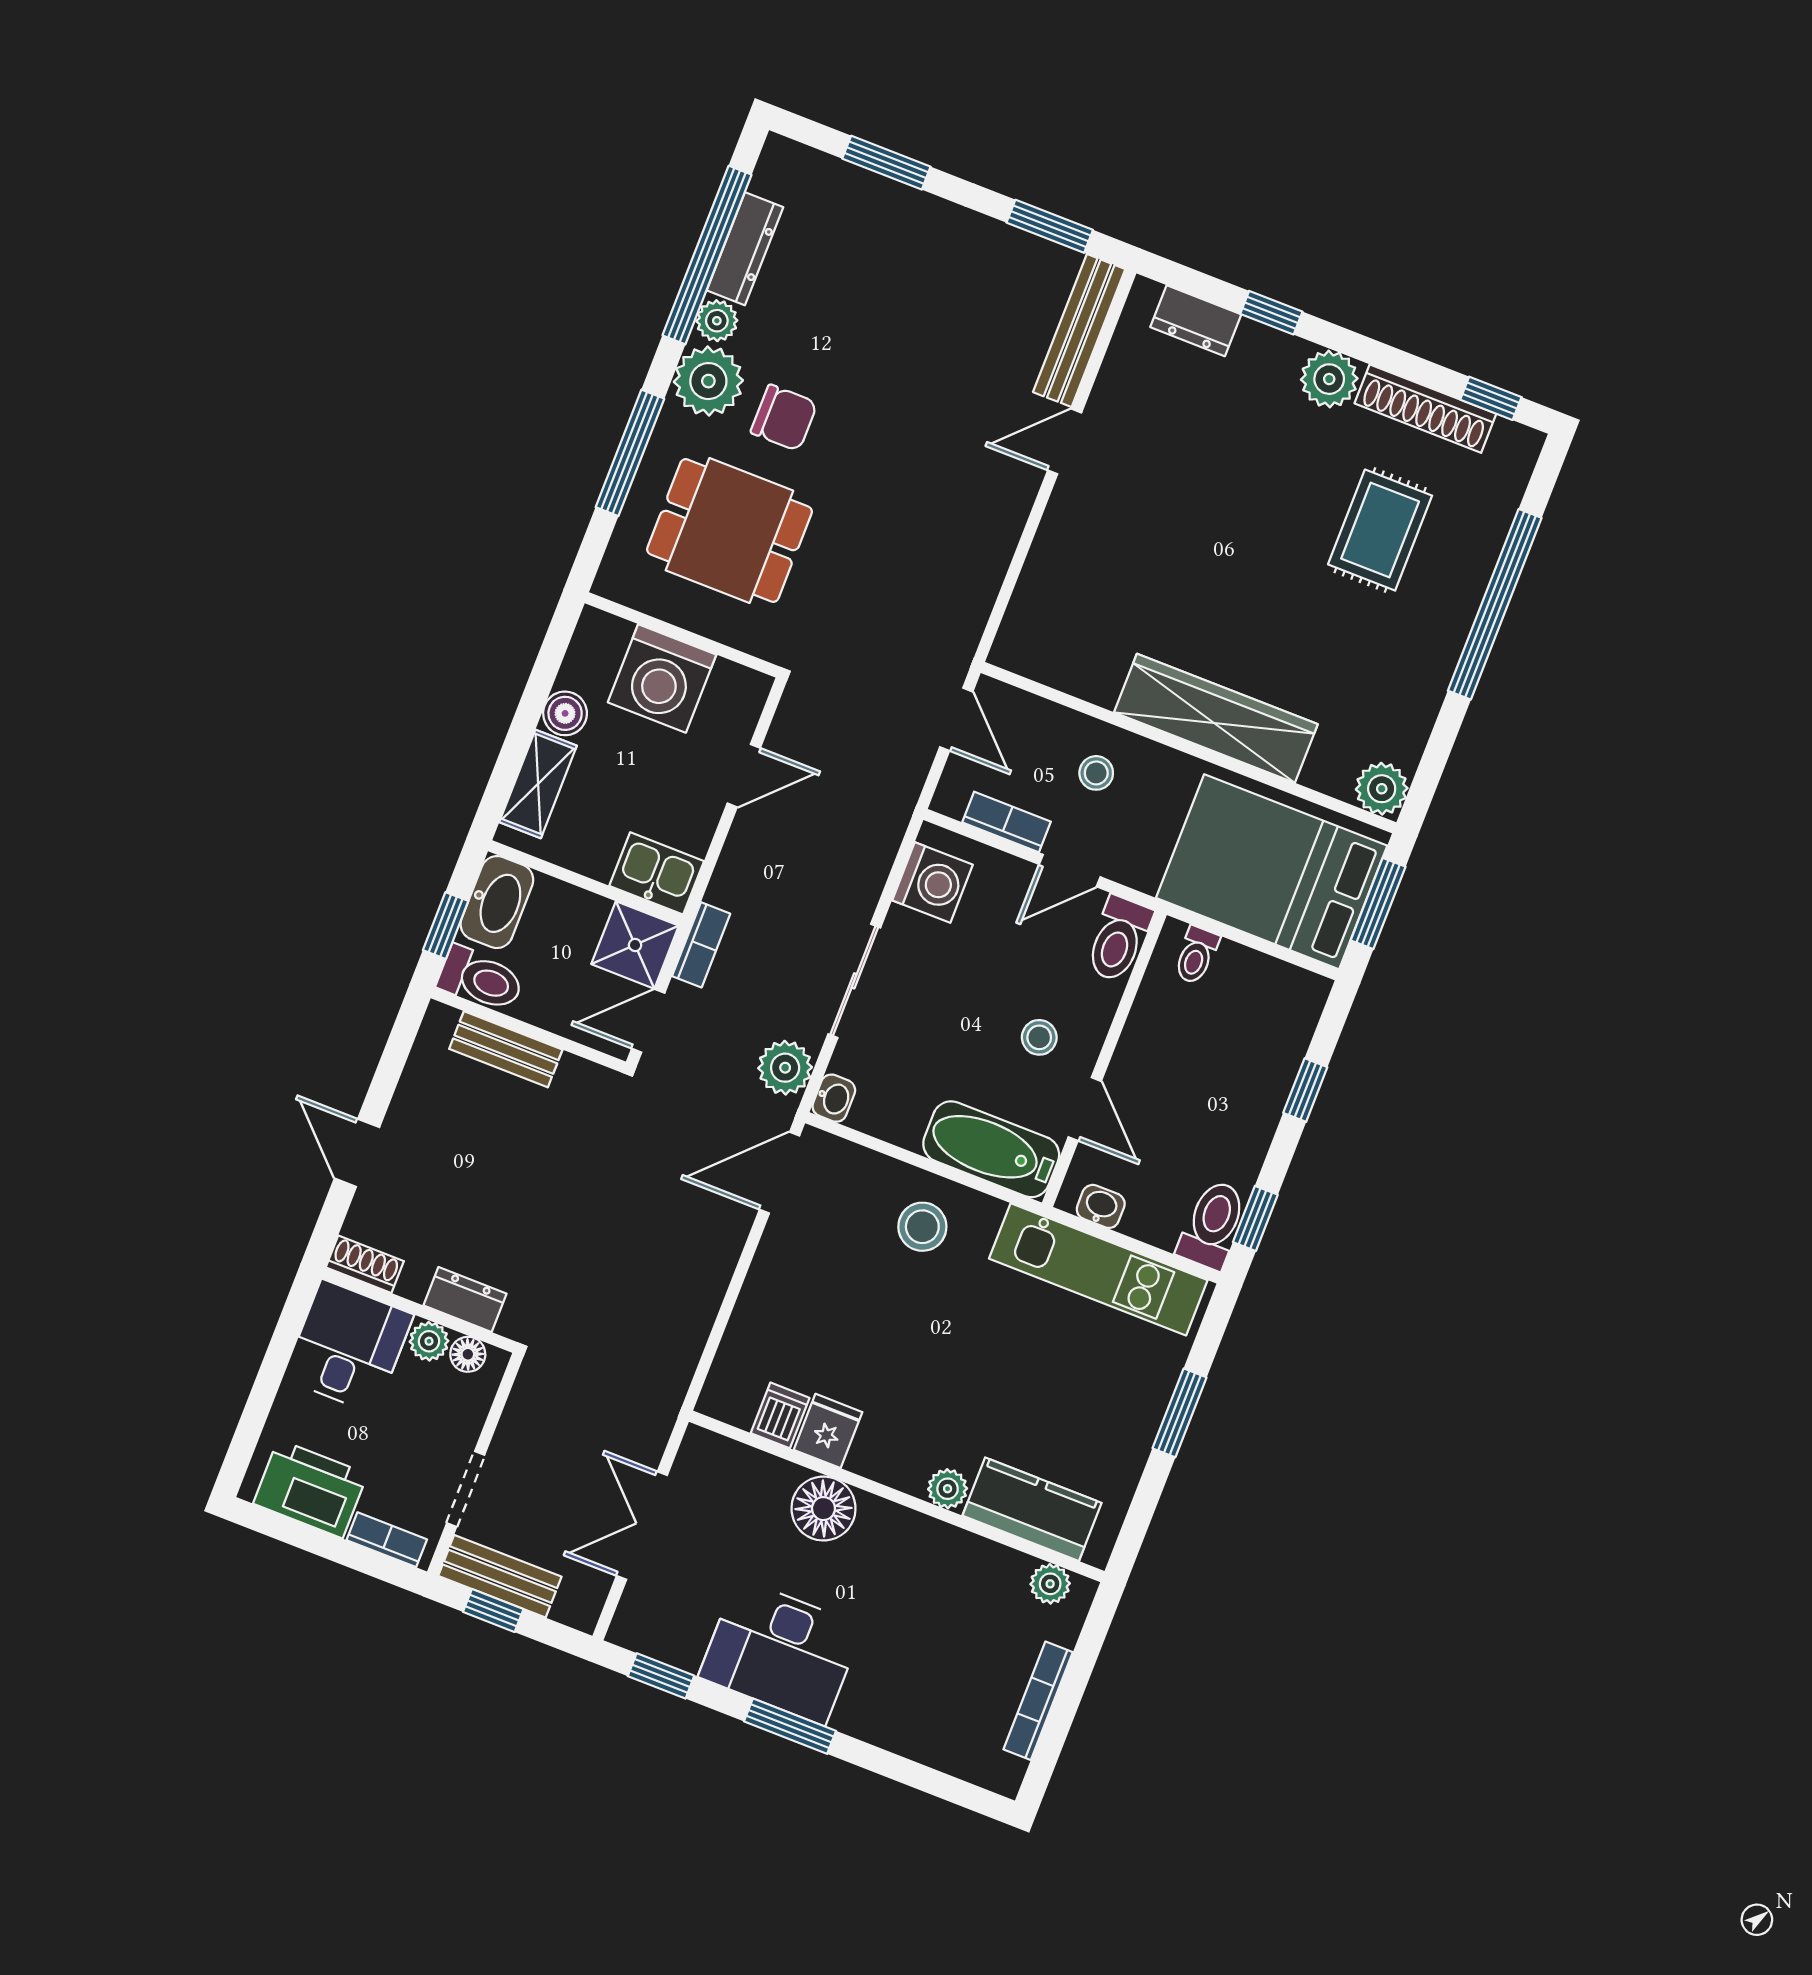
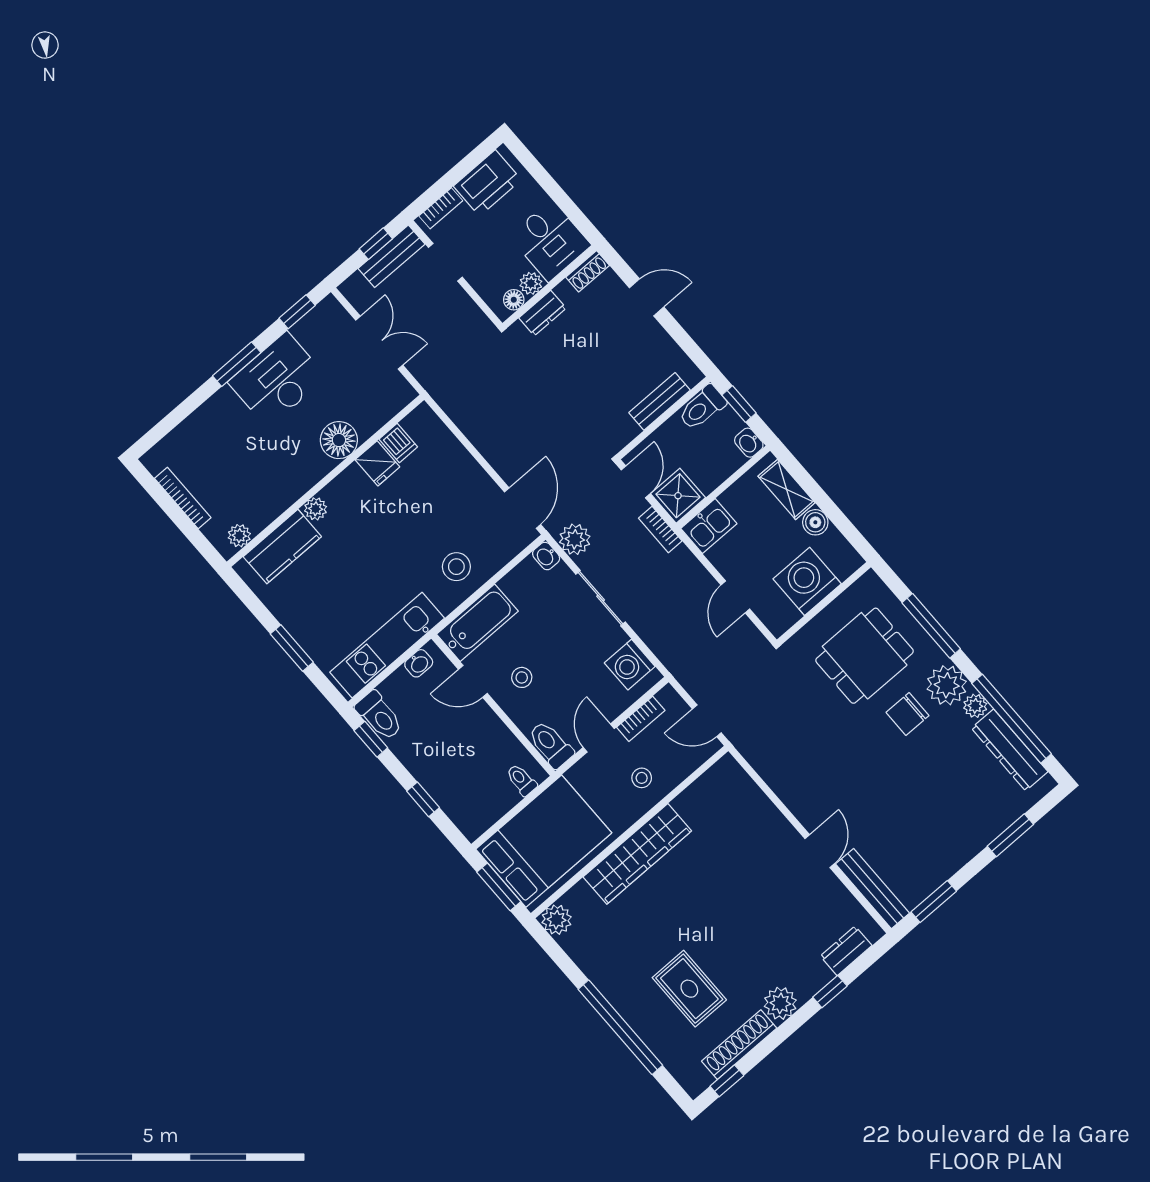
dresser: (745, 249) -> (1010, 750), width x1.37, depth x1.24
washbasin: (497, 902) -> (749, 443), width x0.52, depth x0.69

